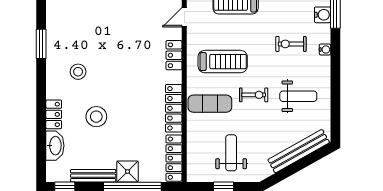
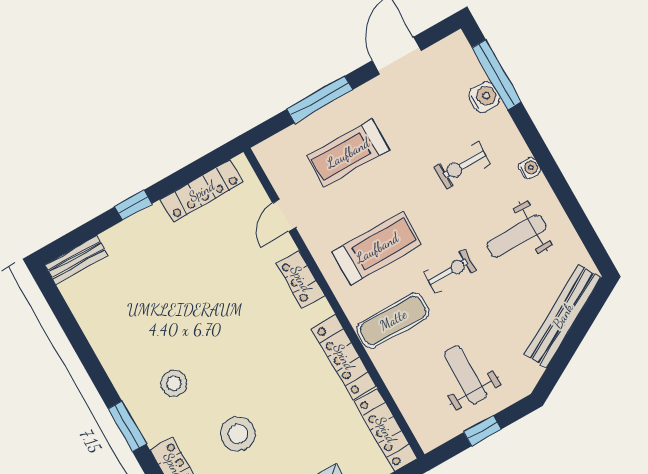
window: (41, 44) -> (127, 426), moved
water cooler: (325, 49) -> (530, 168), moved
weight bench: (298, 96) -> (517, 236), turned 180

